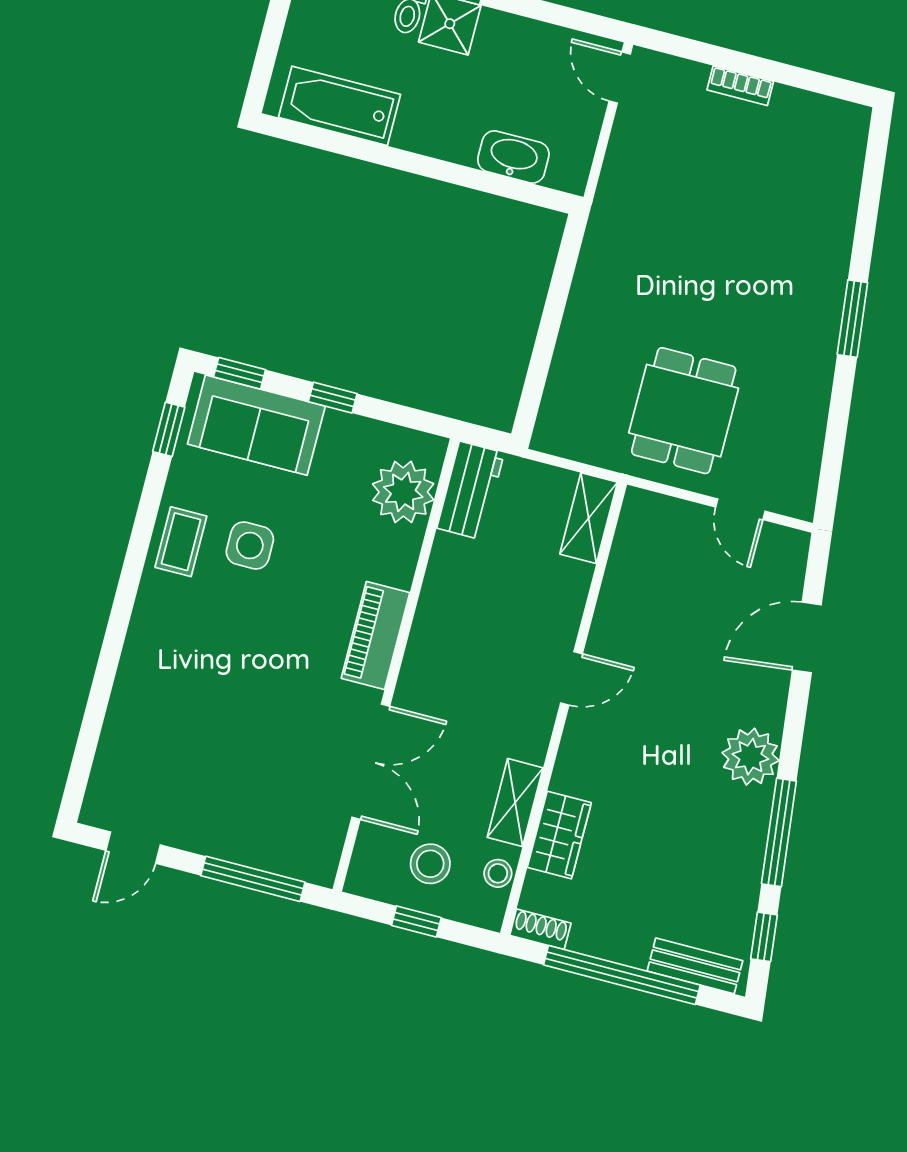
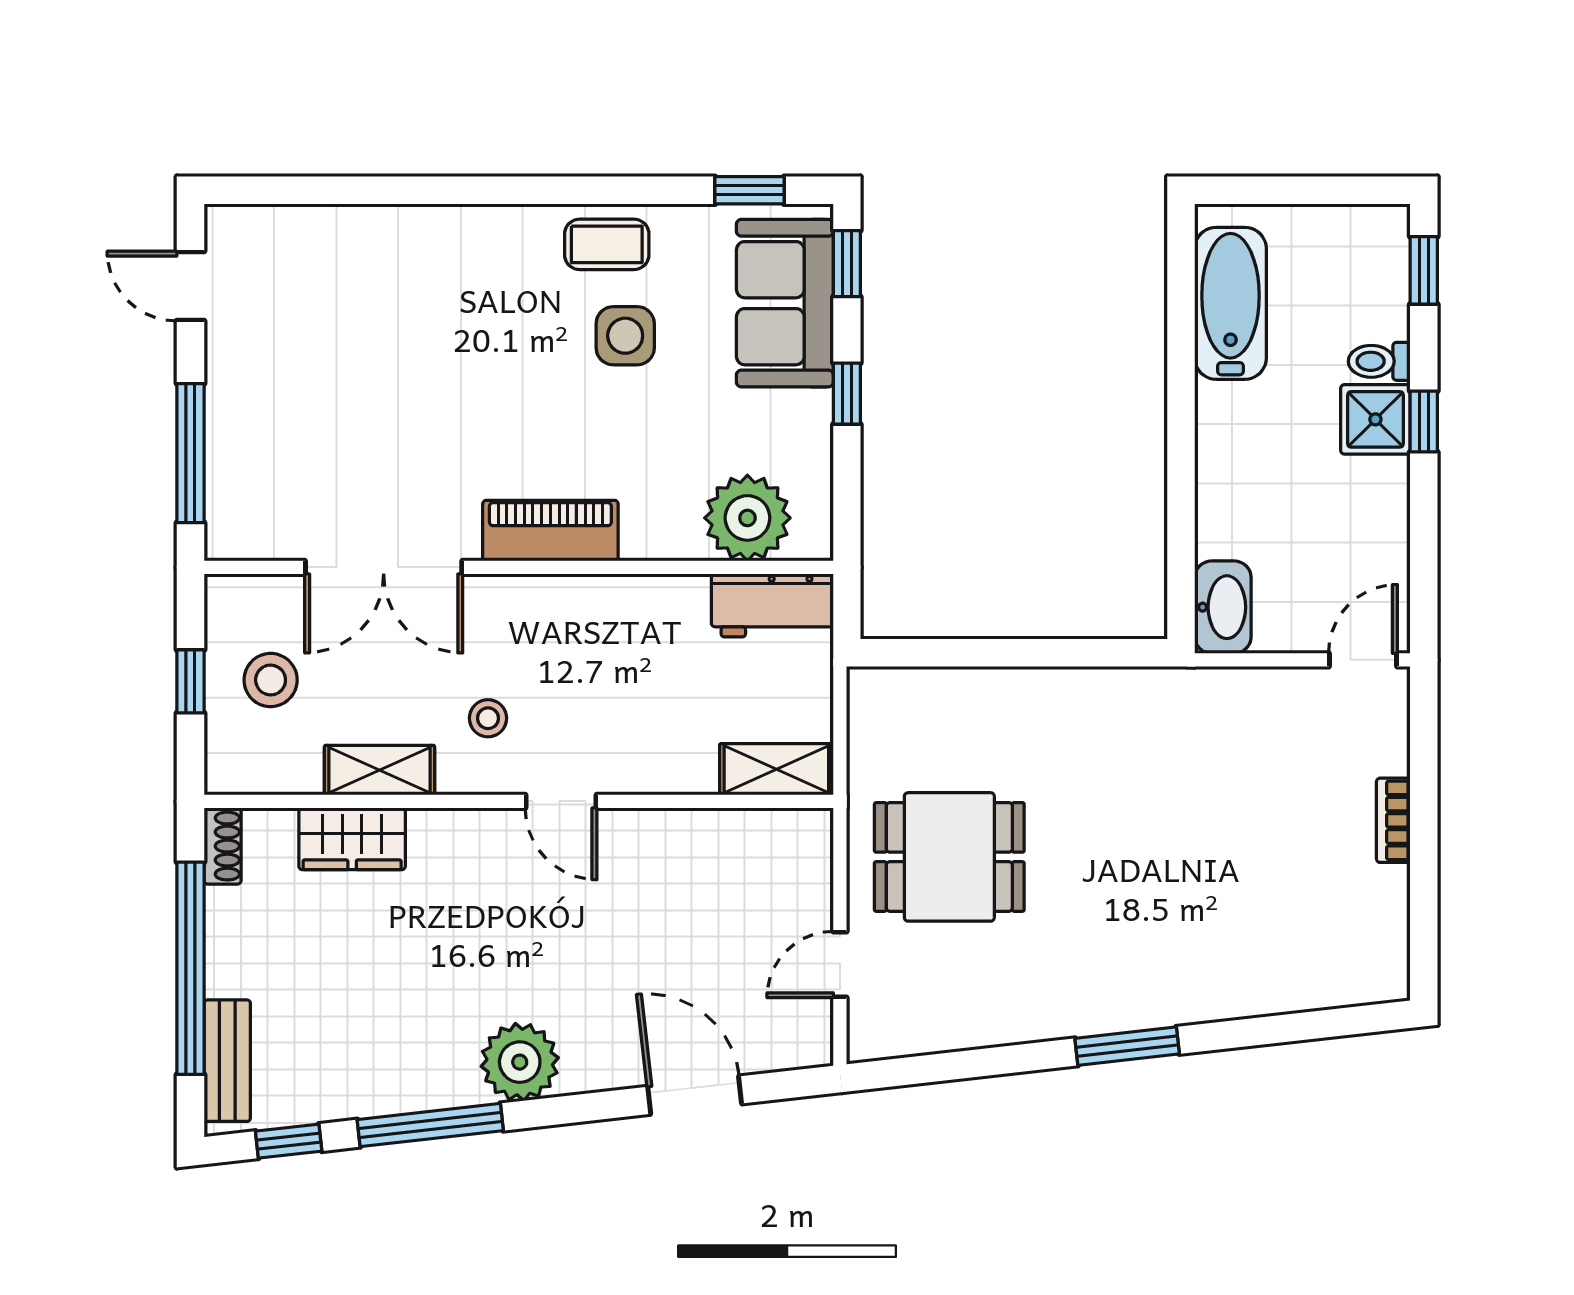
washbasin: (513, 157) -> (1223, 607), moved
stool: (498, 873) -> (488, 718), moved

